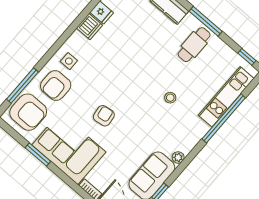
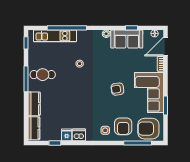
armchair: (56, 85) -> (123, 126), turned 90
armchair: (28, 112) -> (148, 129), turned -90

